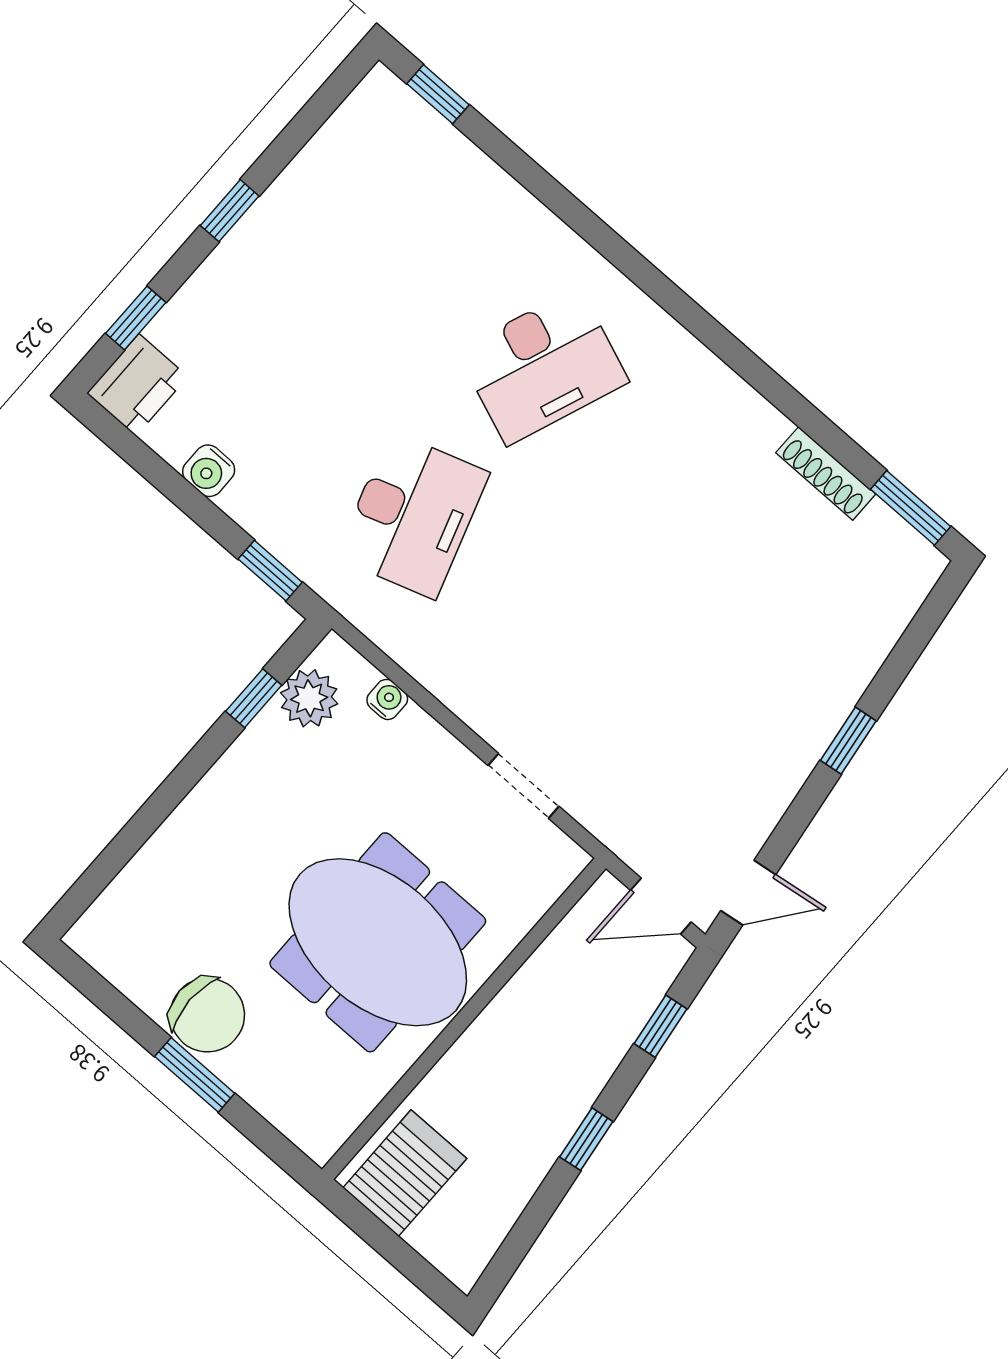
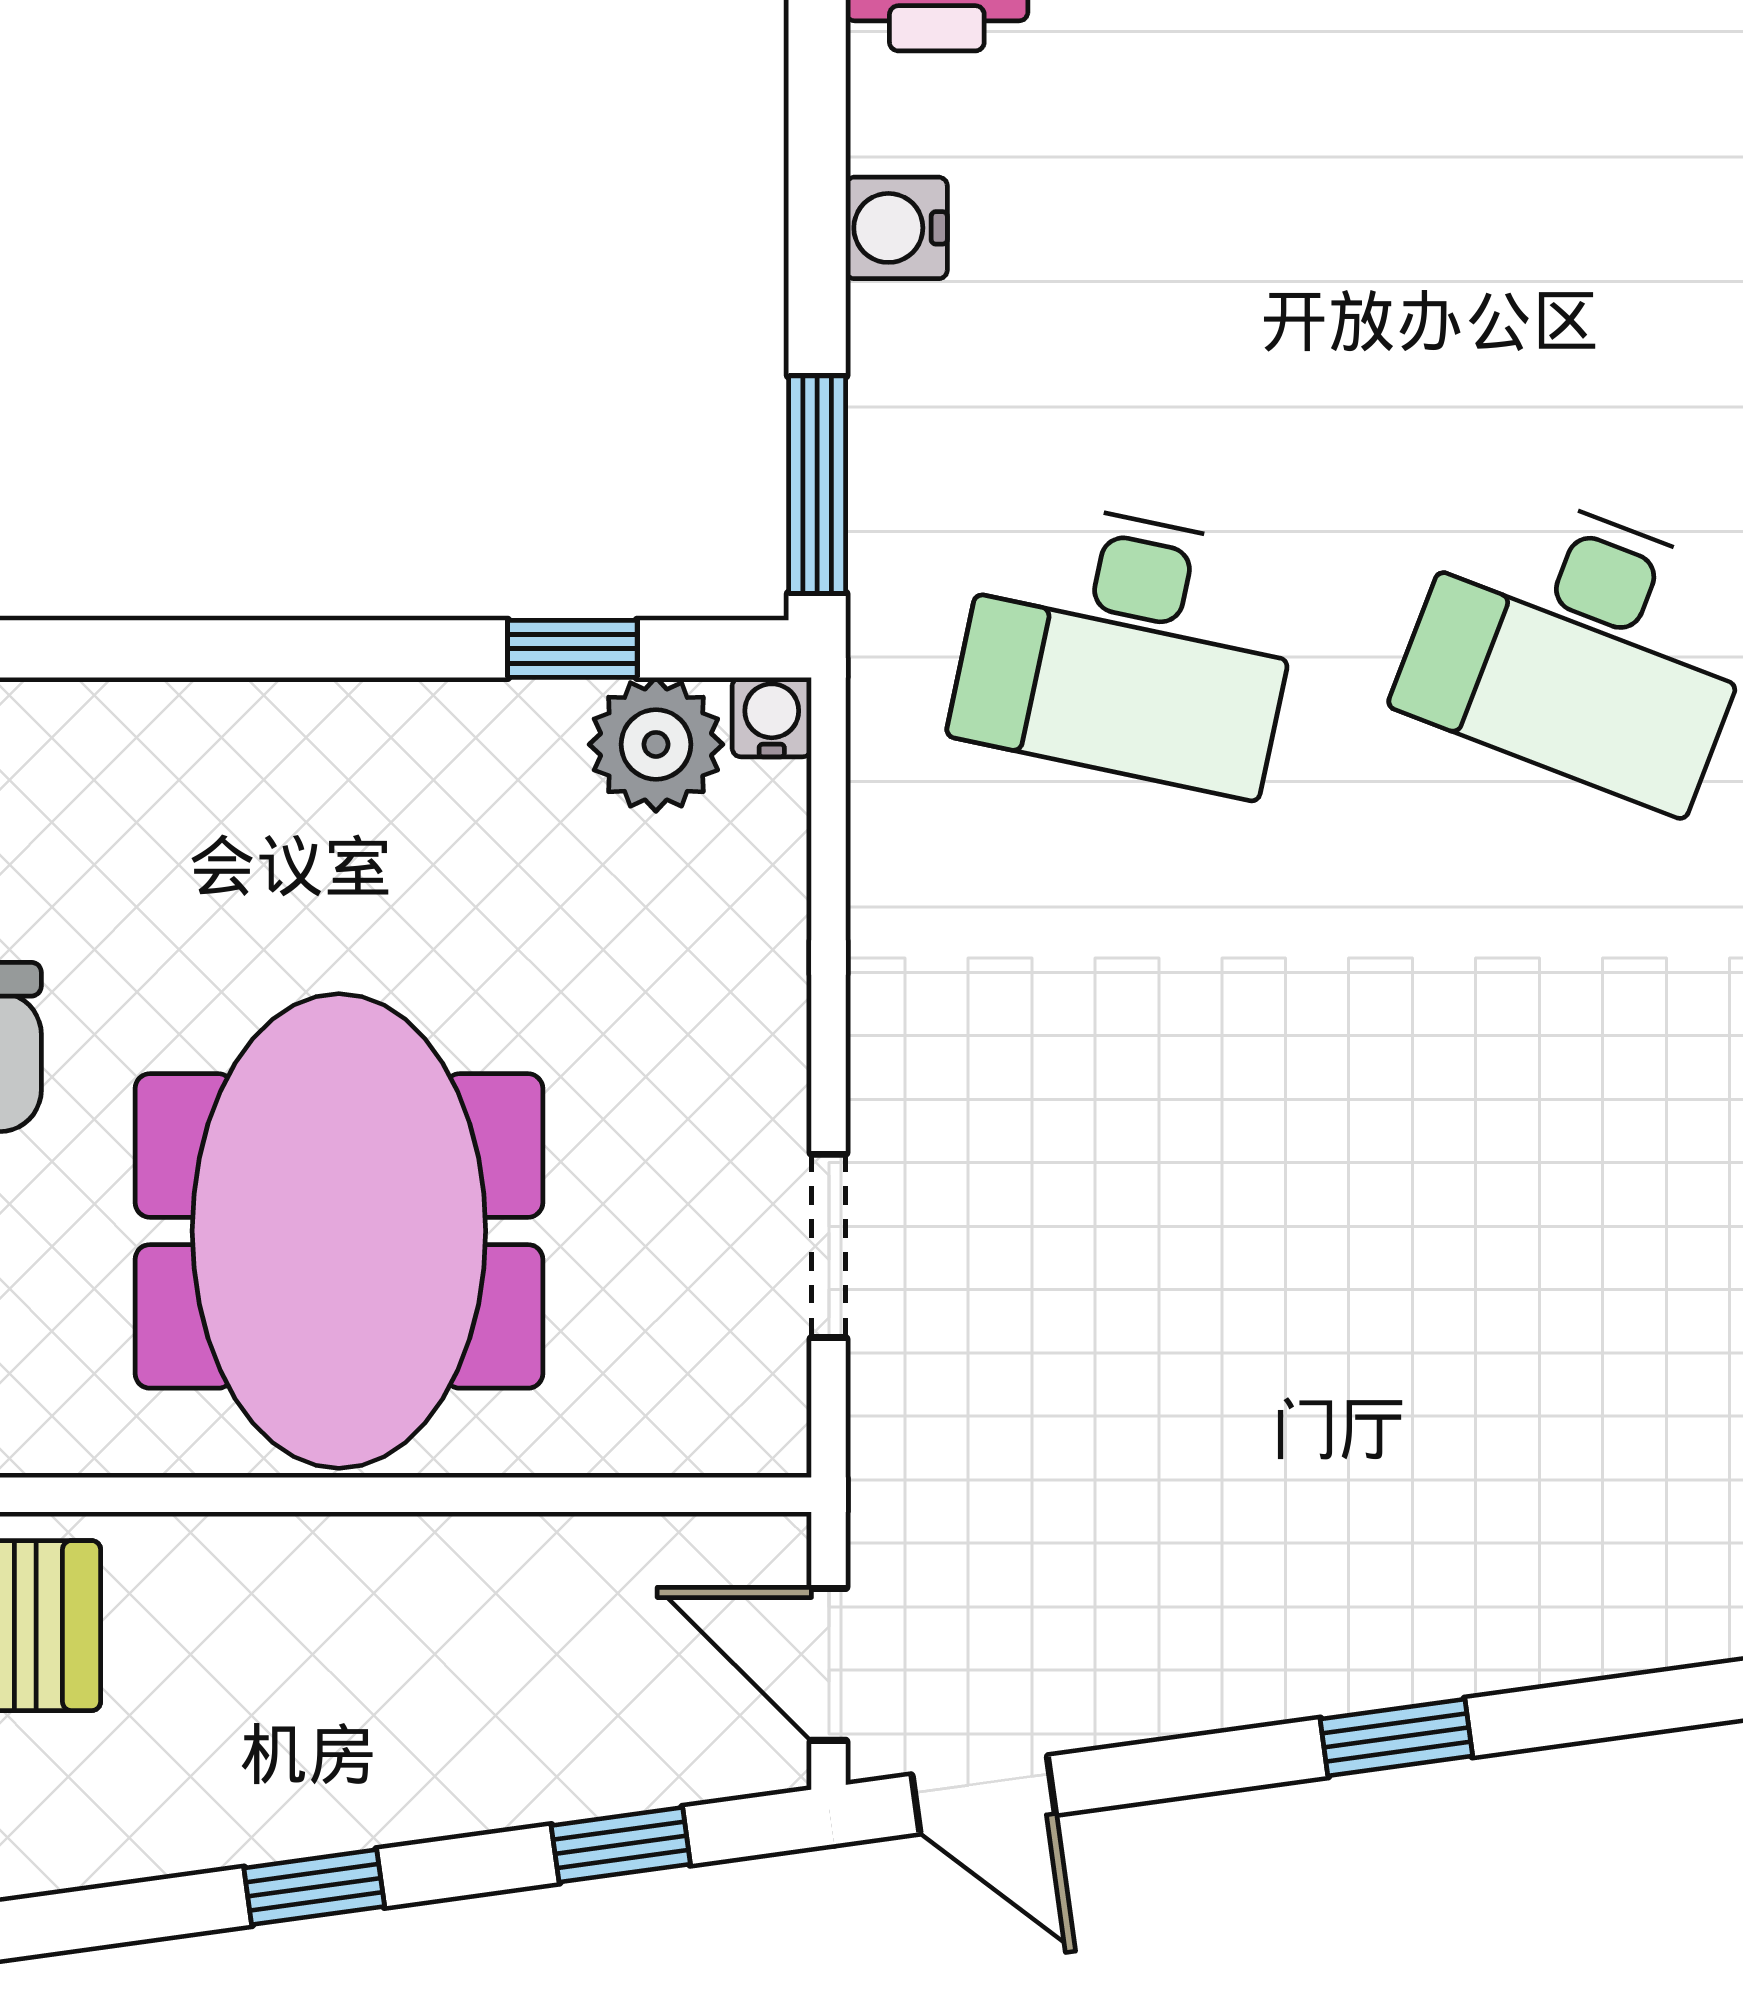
desk: (413, 515) -> (1128, 646), turned 30
window: (270, 571) -> (817, 485), width x1.50
water cooler: (387, 699) -> (772, 717), moved, turned -90

